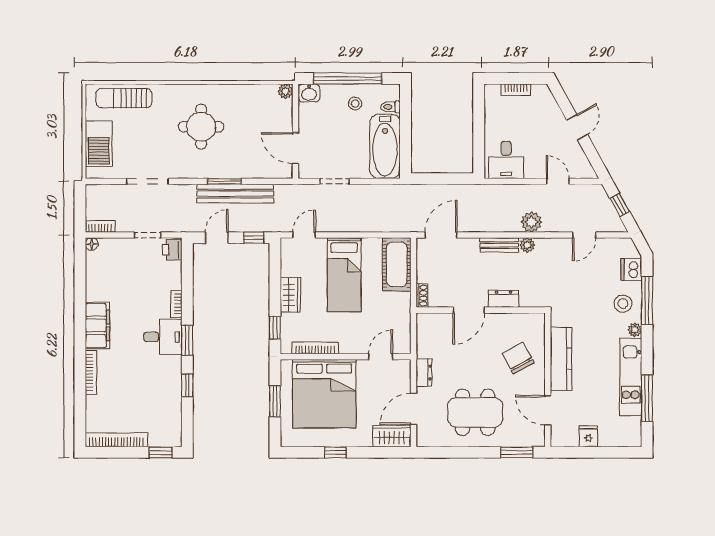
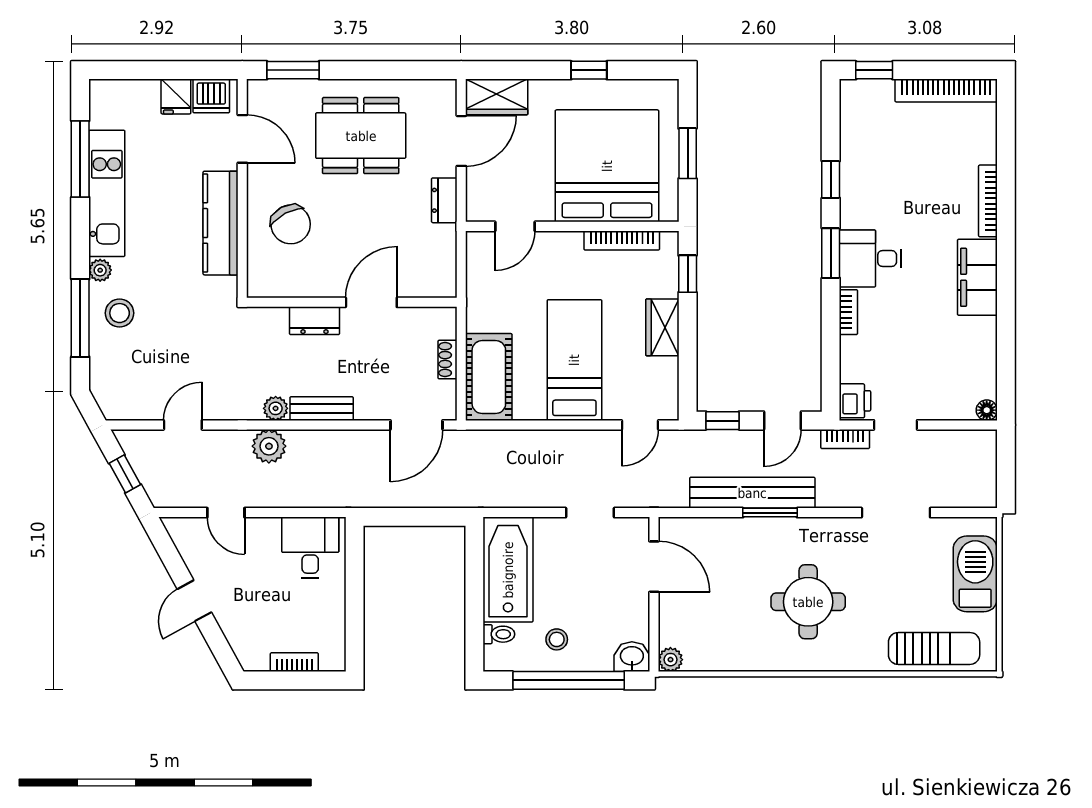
bookcase: (100, 226) -> (845, 439), moved
dishwasher: (631, 269) -> (211, 96), moved, turned 90
shoe rack: (422, 296) -> (447, 360), moved

